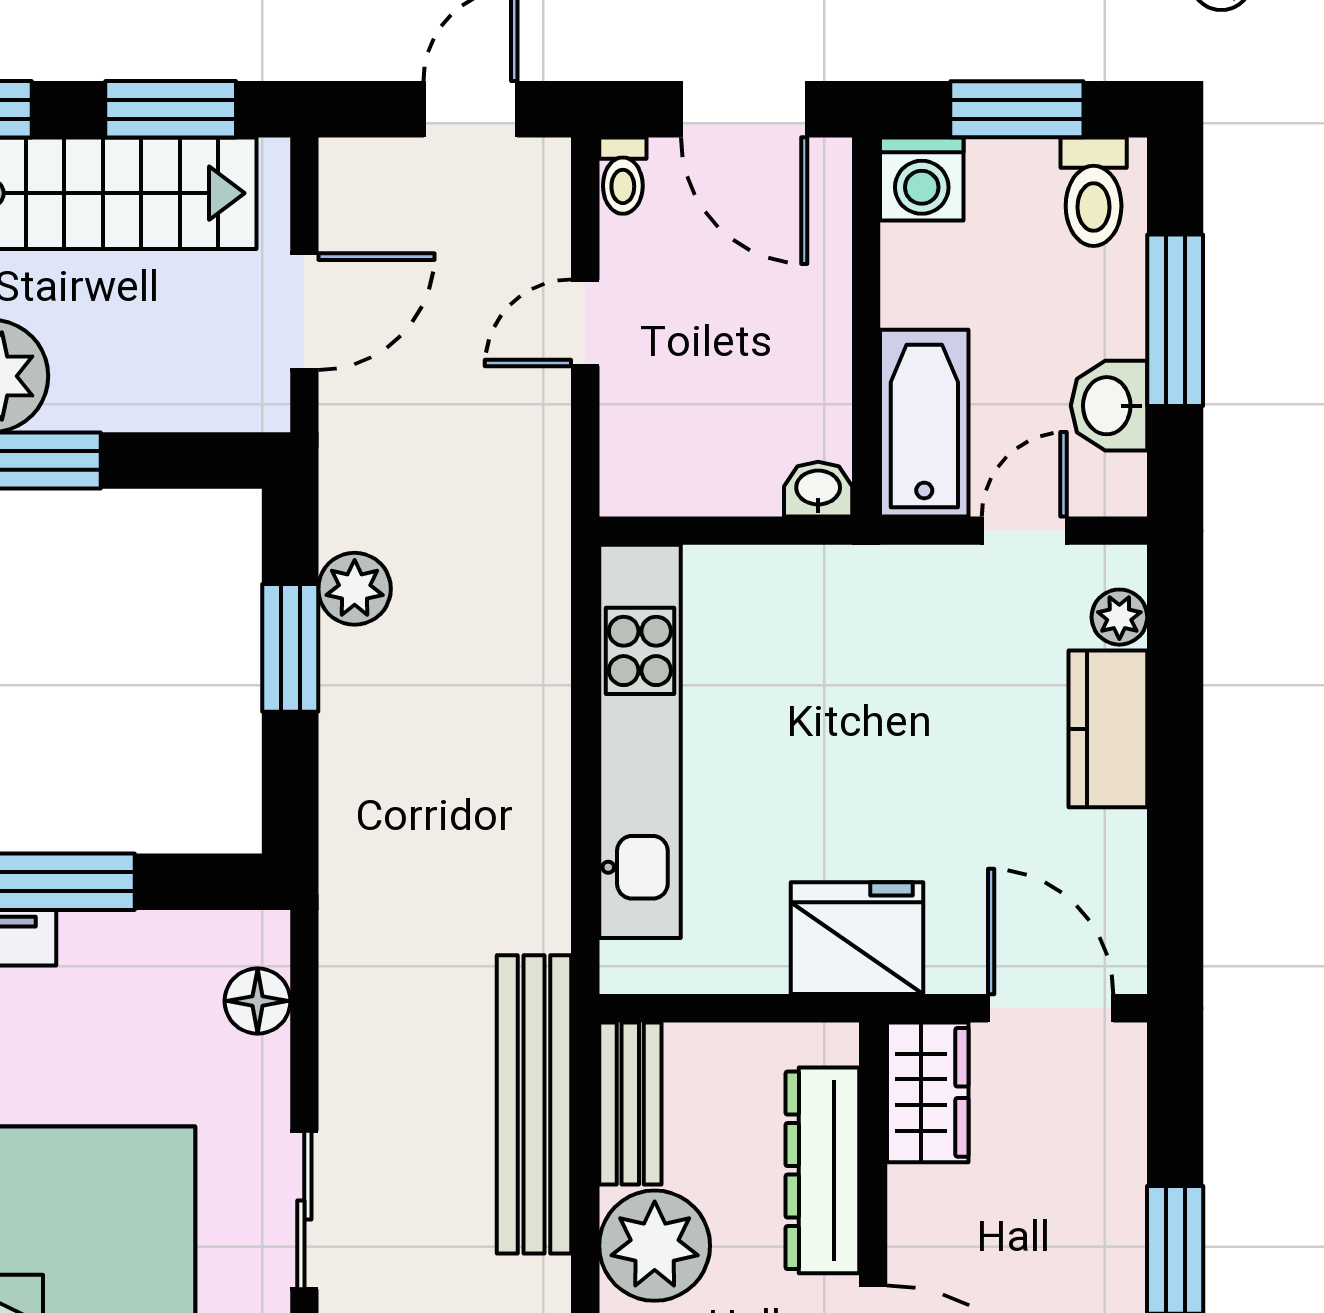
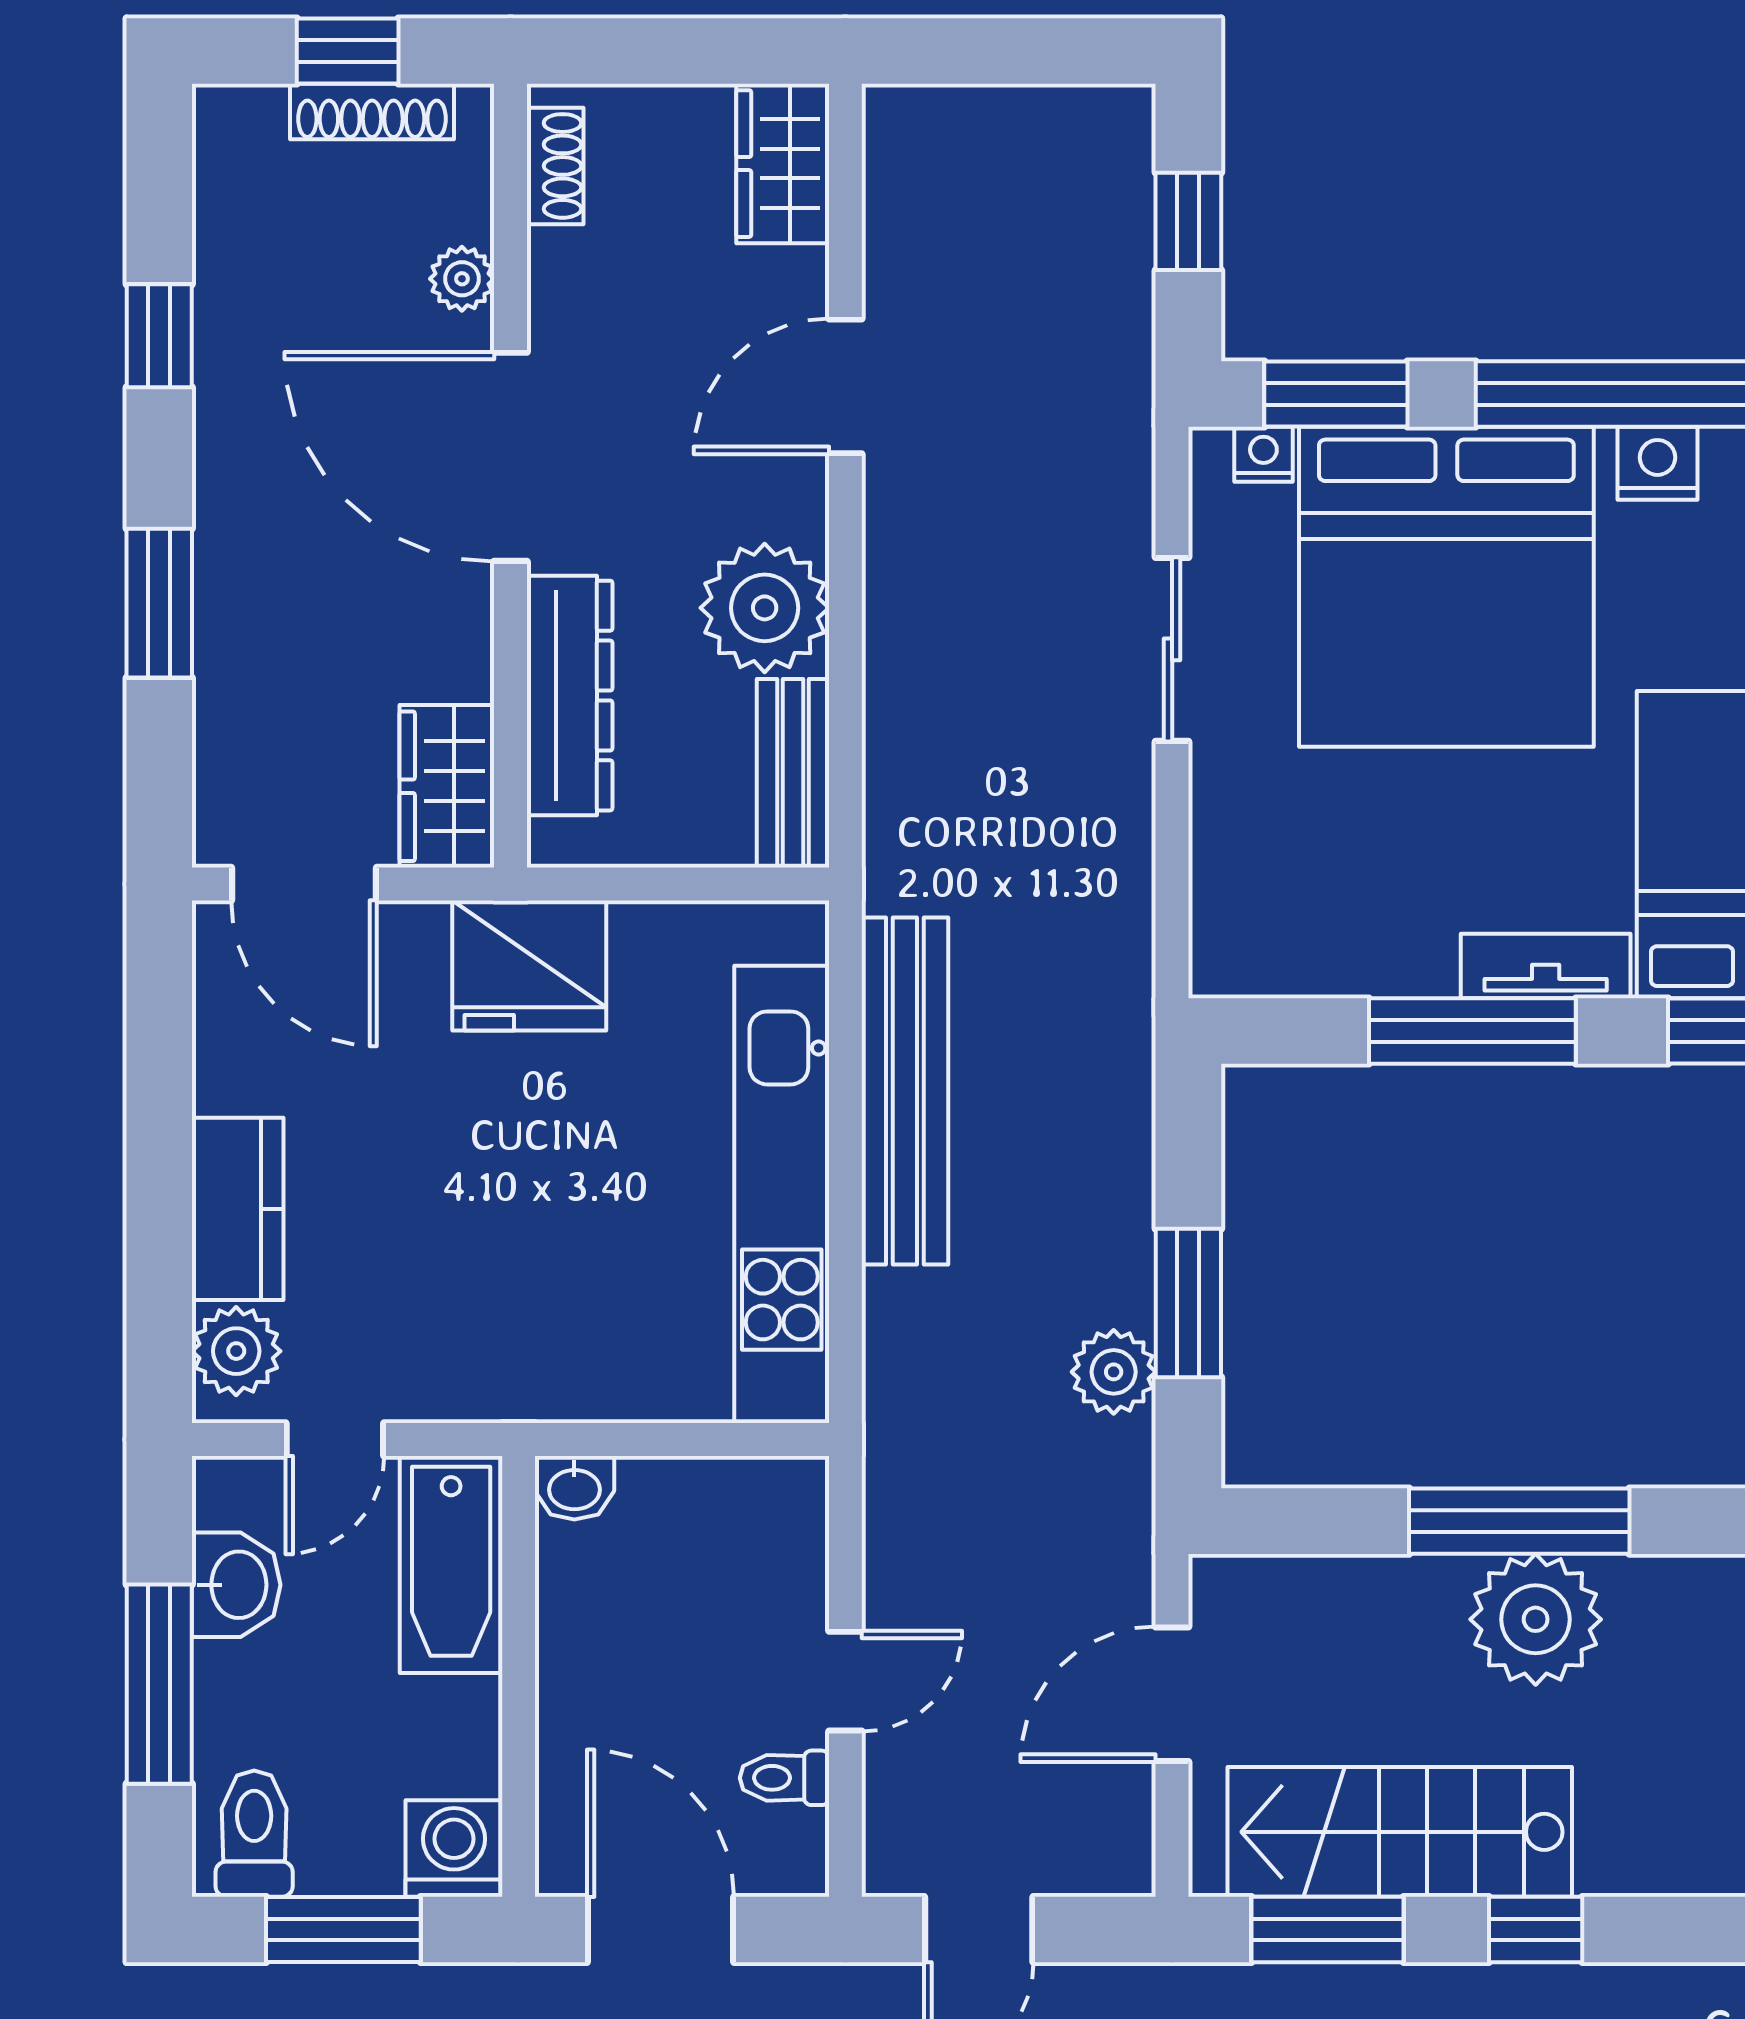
toilet: (623, 176) -> (784, 1778), moved, turned -90
plant: (1119, 617) -> (236, 1351), width x1.38, depth x1.38
floor lamp: (258, 1001) -> (1226, 892), removed
bench: (534, 1104) -> (905, 1091), moved

